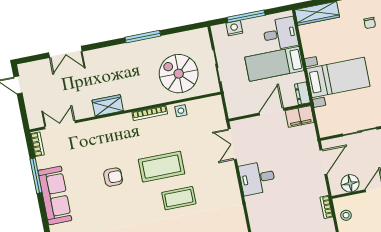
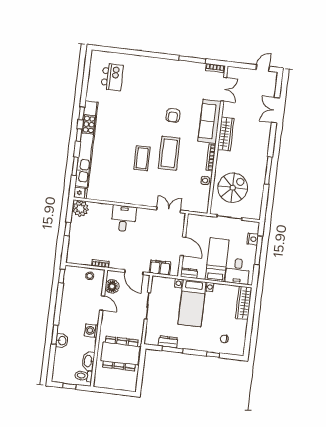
wardrobe: (108, 105) -> (226, 134), width x1.50
filing cabinet: (300, 116) -> (160, 267), moved, turned 90
desk: (257, 178) -> (124, 218), moved
sofa: (55, 195) -> (210, 121), moved, turned 90

